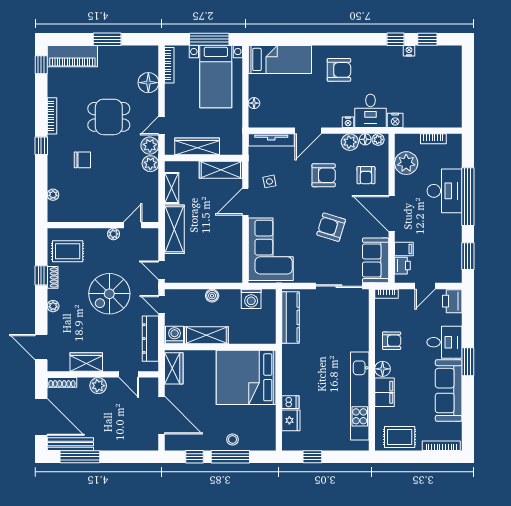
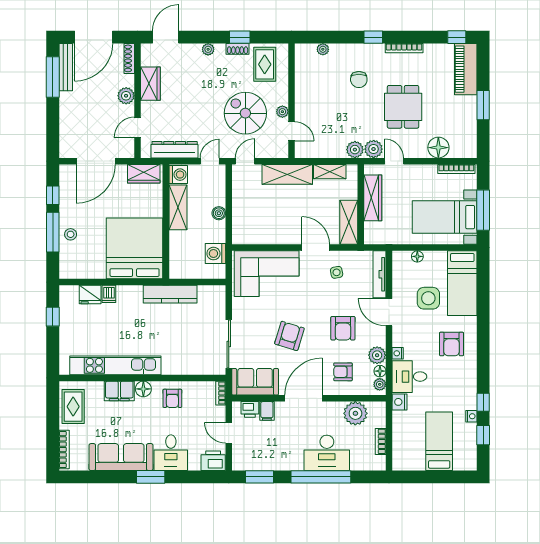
bed: (433, 82) -> (439, 441), added
side table: (295, 92) -> (428, 298), added
spiral stairs: (109, 294) -> (245, 113), moved
kitchen counter: (291, 317) -> (170, 294), moved

